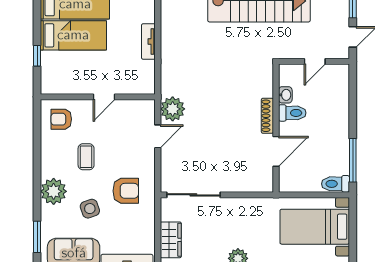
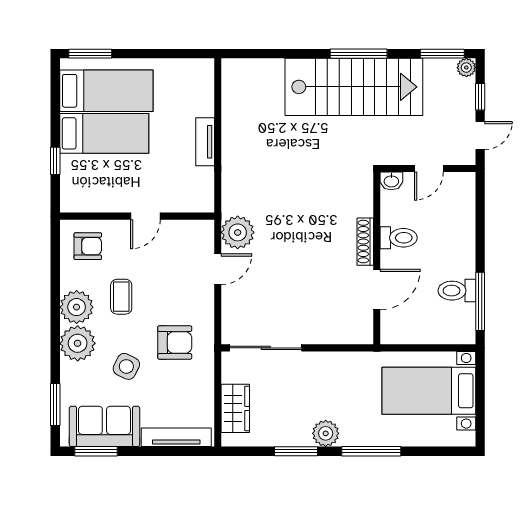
washbasin: (285, 95) -> (391, 181), moved, turned 90
armchair: (61, 119) -> (88, 246), turned 180
plant: (53, 164) -> (77, 307), added
toilet: (336, 184) -> (457, 291), moved
side table: (90, 209) -> (126, 366), turned 45

